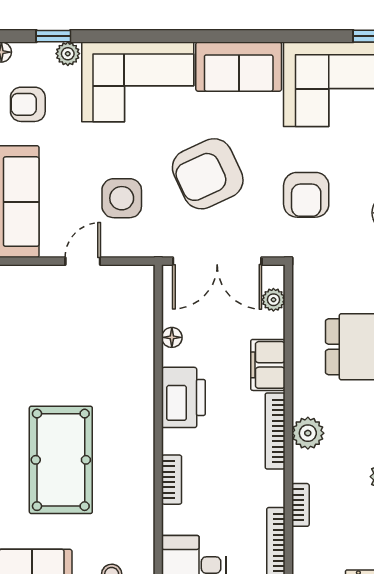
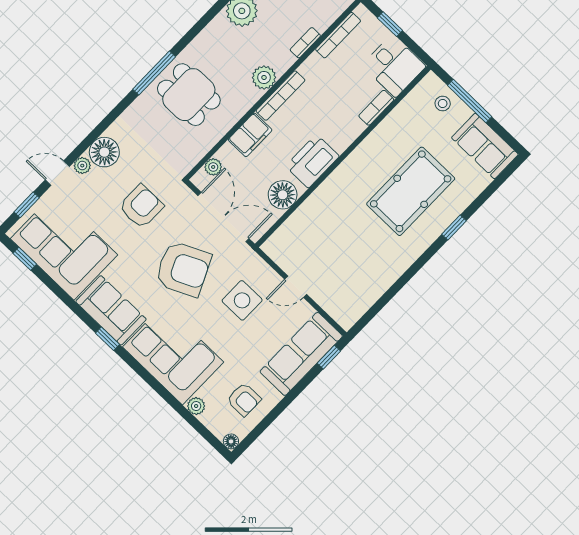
window: (53, 36) -> (108, 339), moved
floor lamp: (172, 337) -> (283, 195), width x1.89, depth x1.89
bookcase: (172, 480) -> (376, 108), moved

